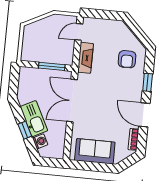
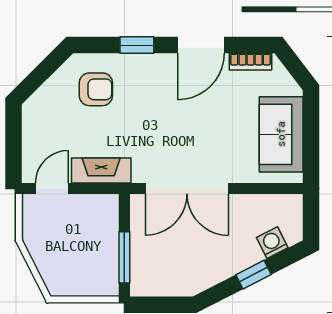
door: (79, 32) -> (52, 188), swing flipped
window: (52, 66) -> (124, 257), moved
kitchen sink: (34, 119) -> (229, 259), removed

